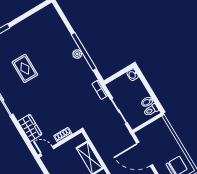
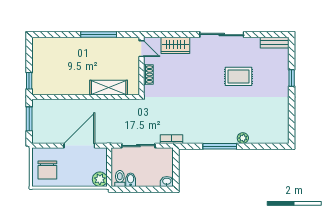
window: (84, 52) -> (220, 146), width x0.68
plant: (77, 54) -> (243, 138), moved
plant: (160, 124) -> (100, 179), added
door: (47, 151) -> (141, 49), hinge flipped

